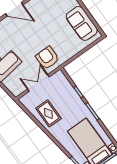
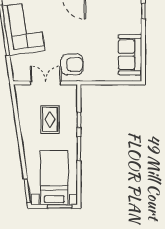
armchair: (47, 58) -> (72, 64), turned 90
rug: (48, 113) -> (50, 119), moved

